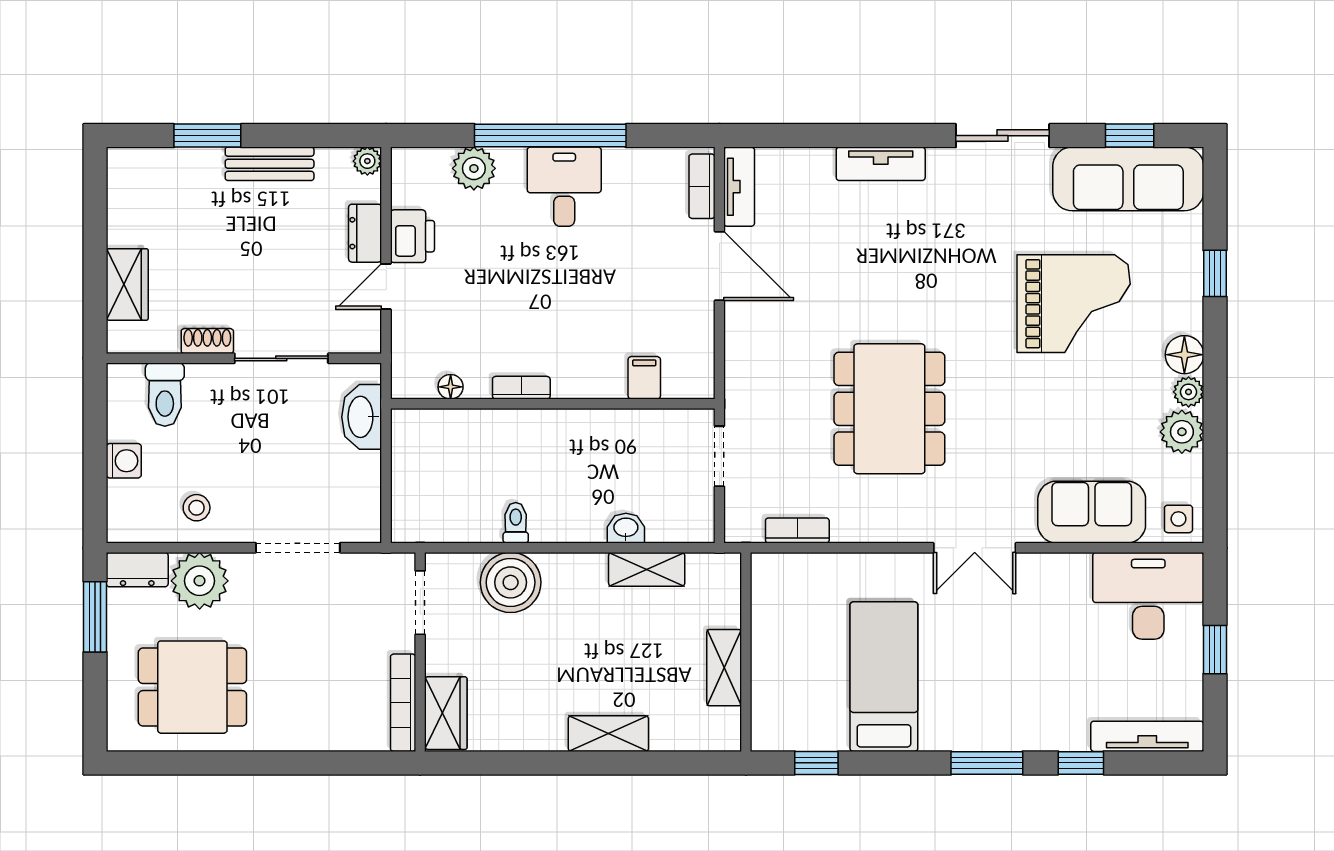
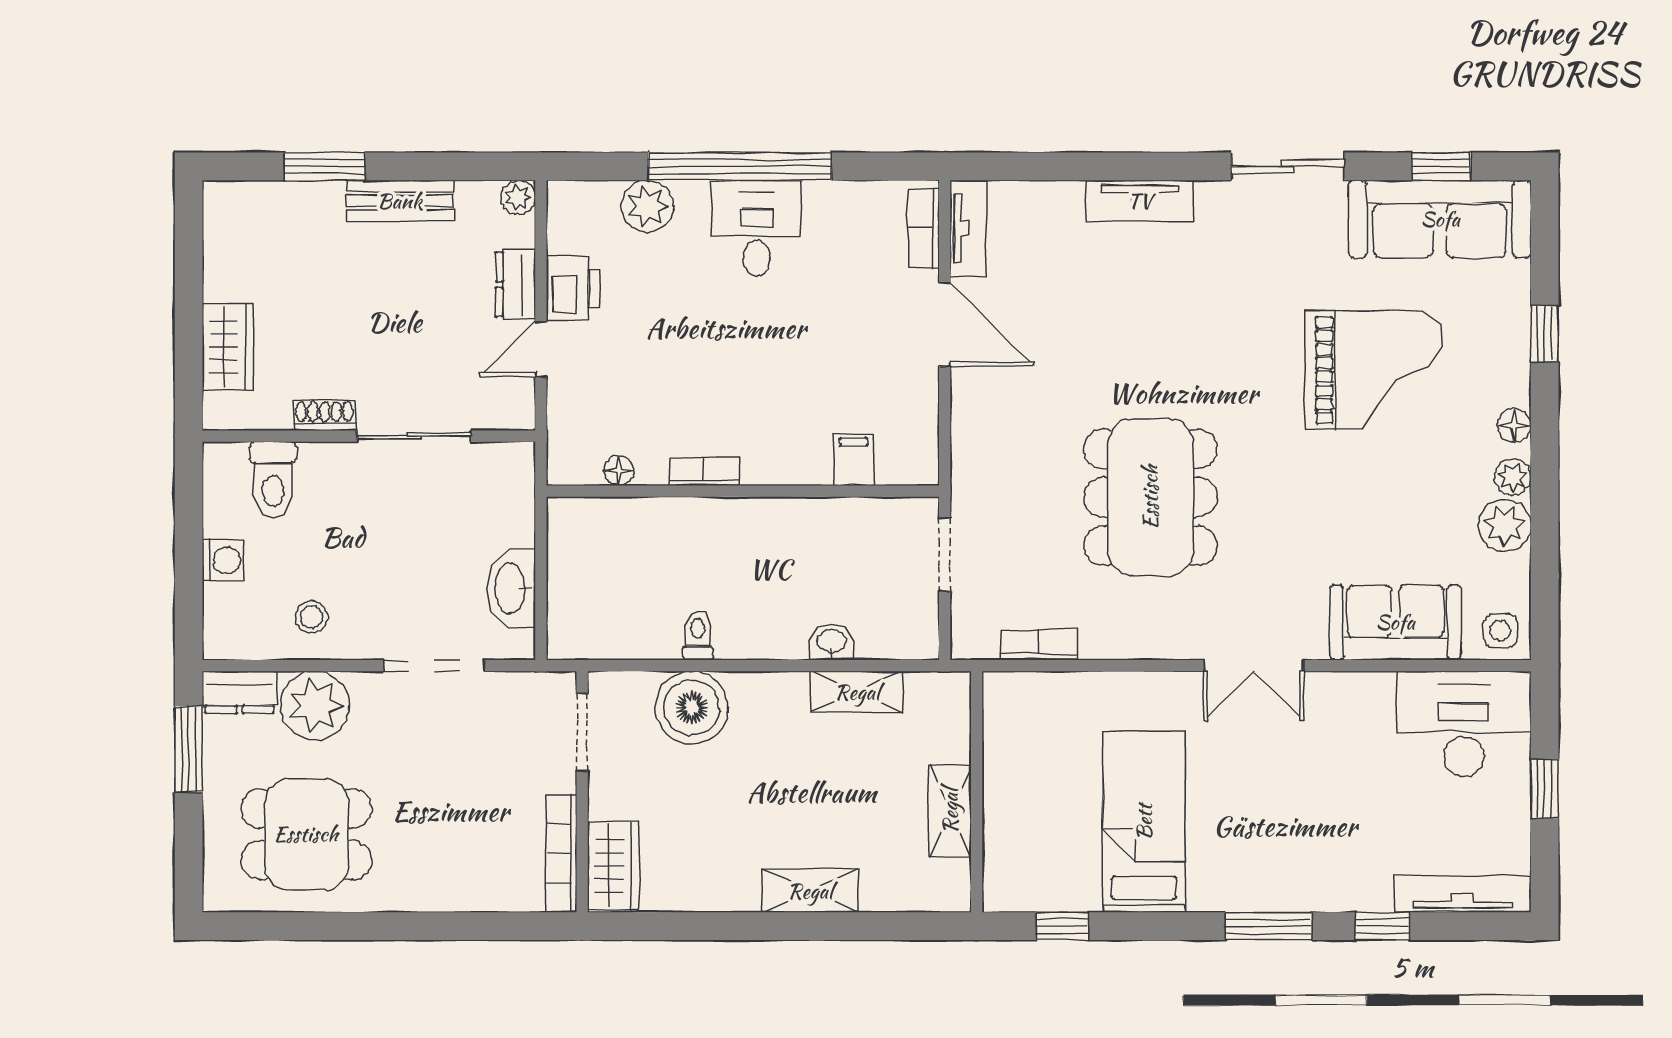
floor lamp: (1184, 355) -> (1514, 426), width x0.73, depth x0.73
washbasin: (362, 417) -> (511, 589), moved

